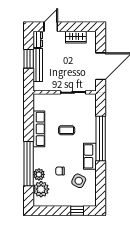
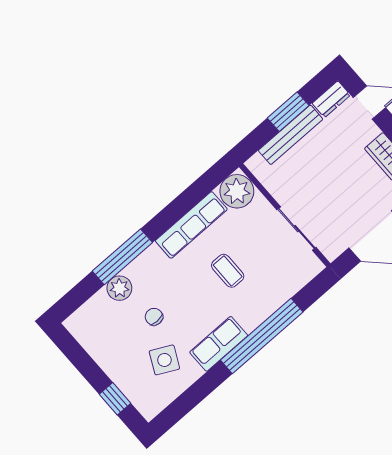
window: (29, 164) -> (122, 257), width x0.68
plant: (41, 189) -> (237, 191), moved

